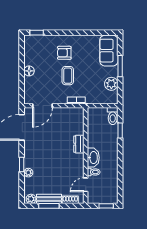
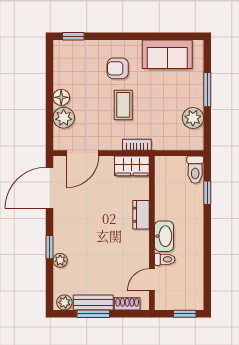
sofa: (109, 51) -> (167, 54), moved, turned -90
plant: (31, 84) -> (64, 118), added
wardrobe: (73, 114) -> (132, 166), added

